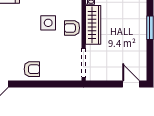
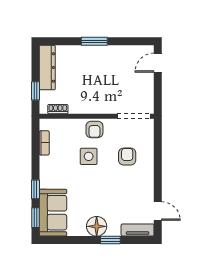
wardrobe: (93, 25) -> (91, 105), removed
armchair: (32, 69) -> (127, 157), moved

